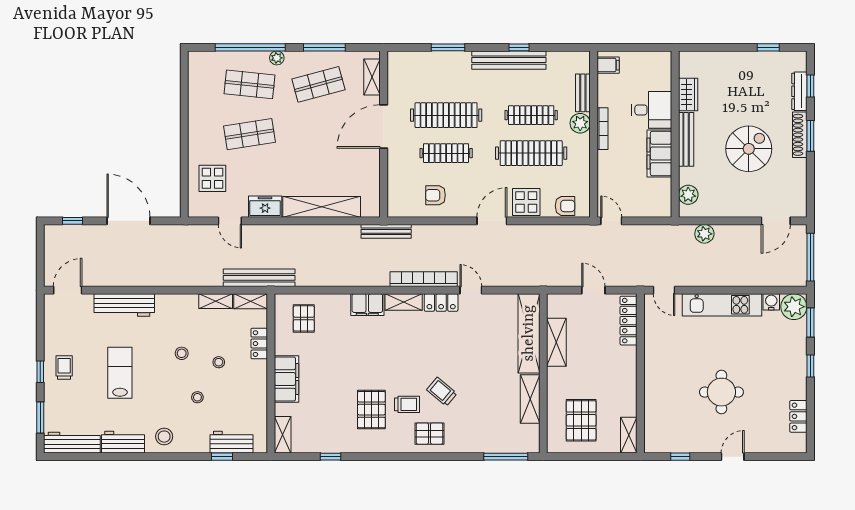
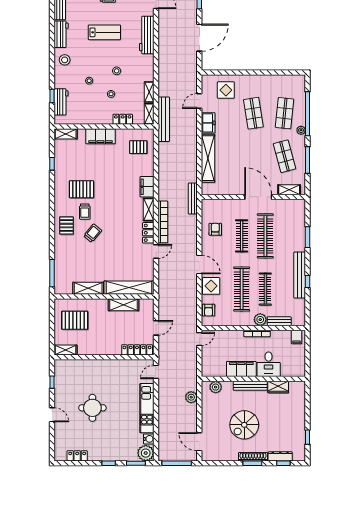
spiral stairs: (749, 149) -> (244, 425), turned 90

